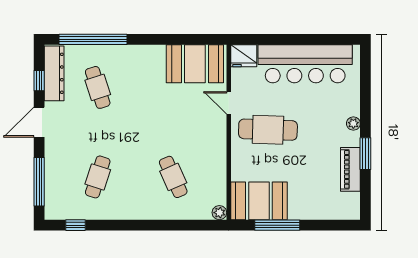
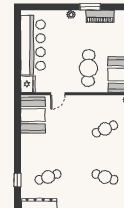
window: (93, 39) -> (18, 180), width x0.32
cafe table: (268, 130) -> (88, 68), moved

